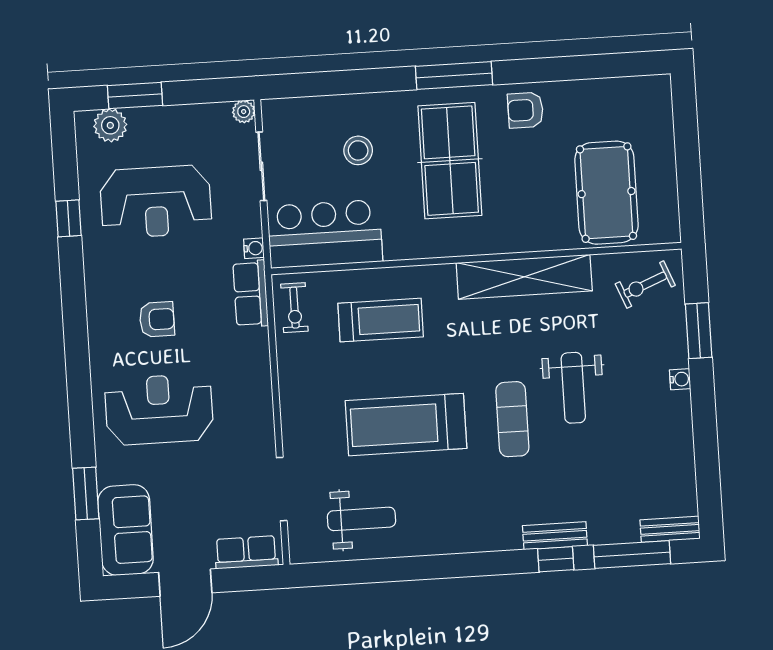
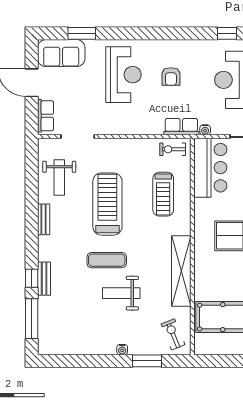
bench: (670, 529) -> (44, 219), moved

